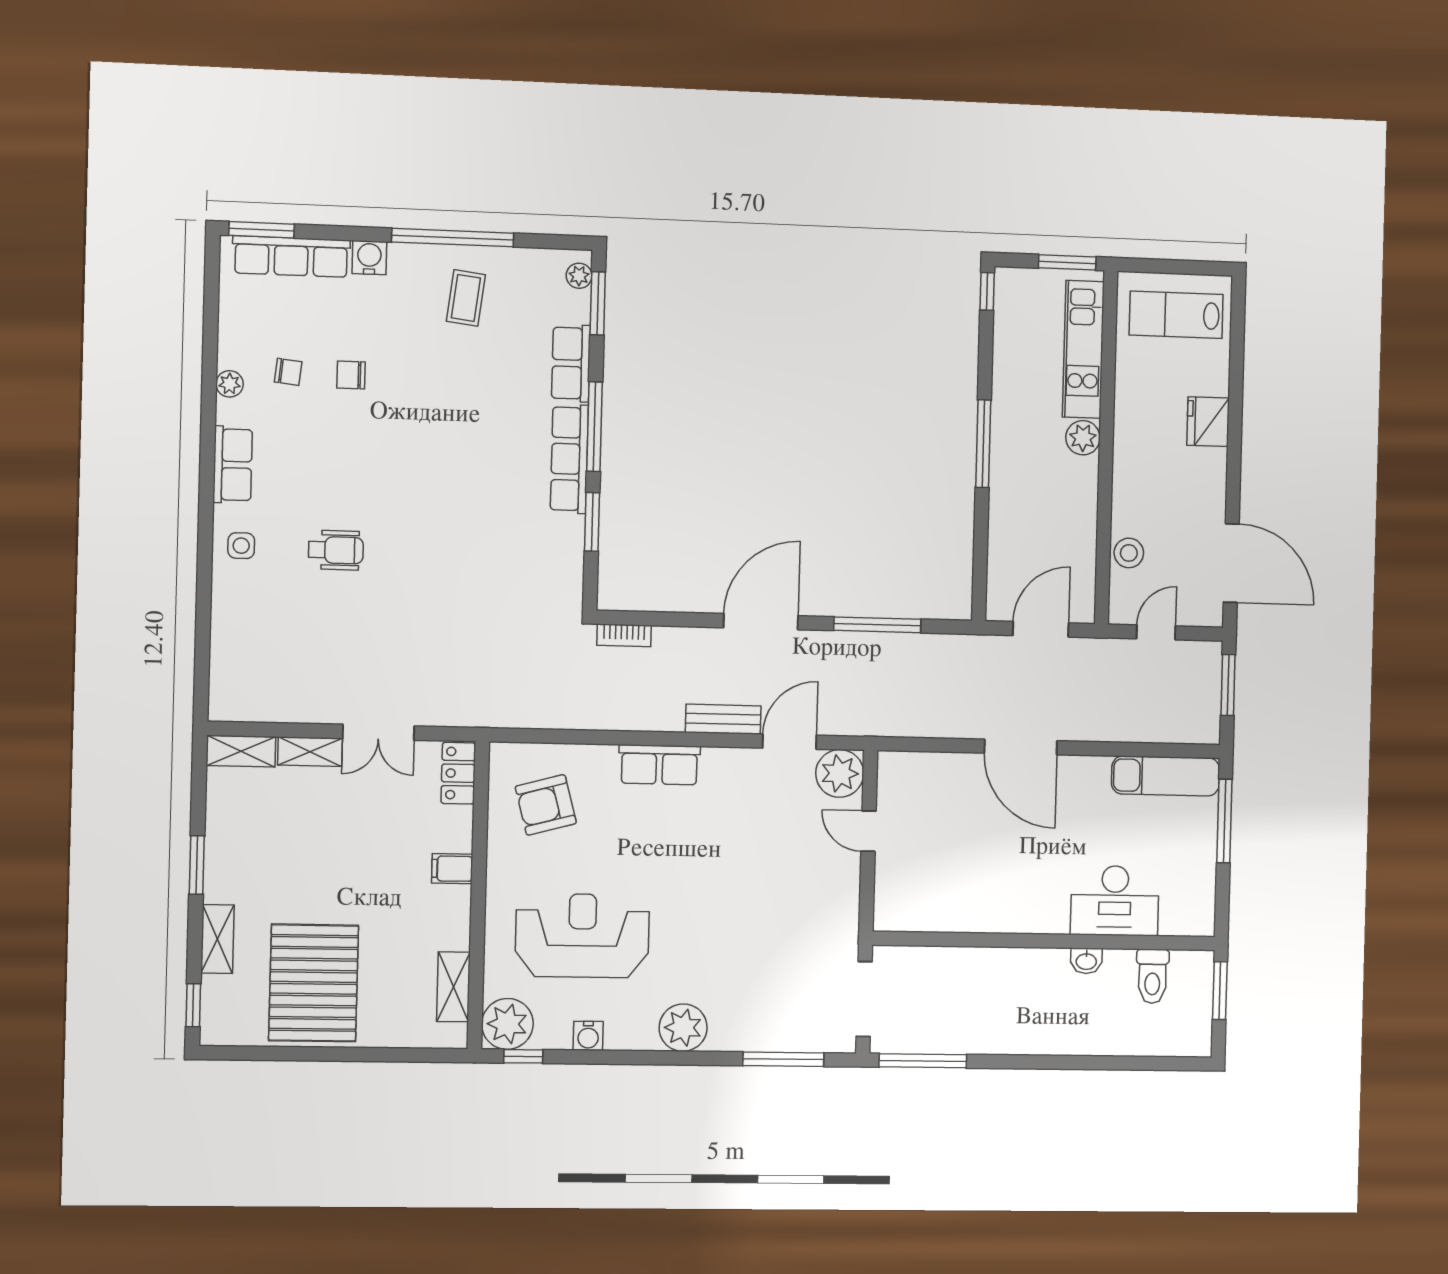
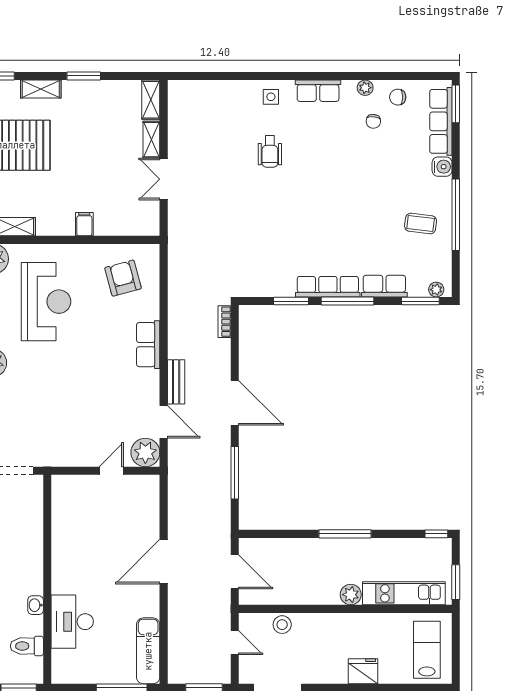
chair: (351, 375) -> (398, 97), moved, turned -90
locker: (458, 773) -> (141, 226), removed

